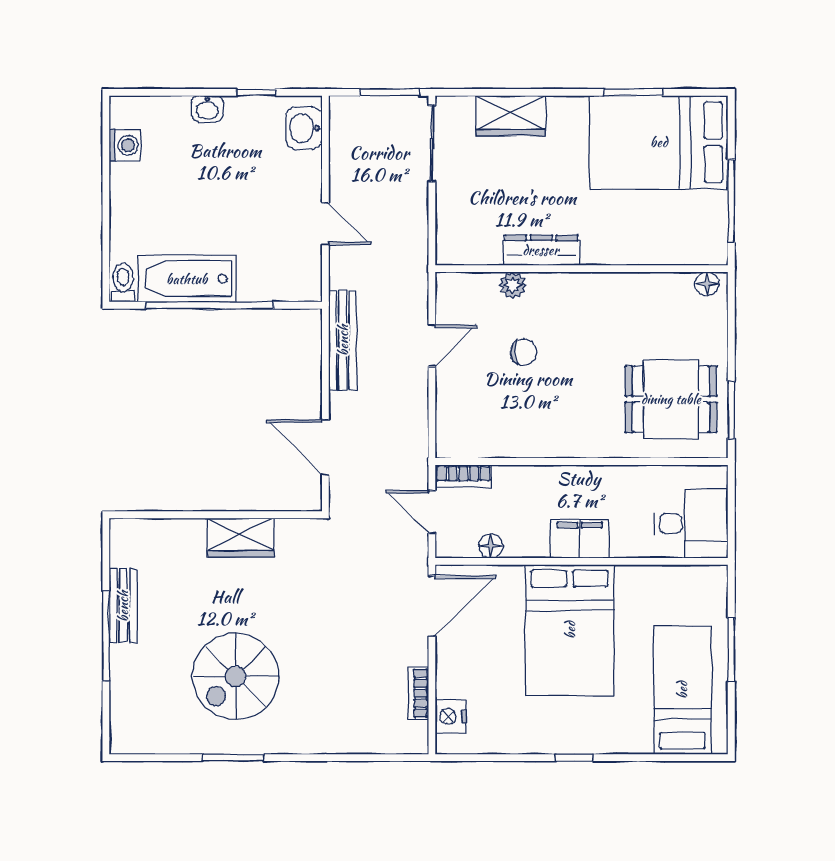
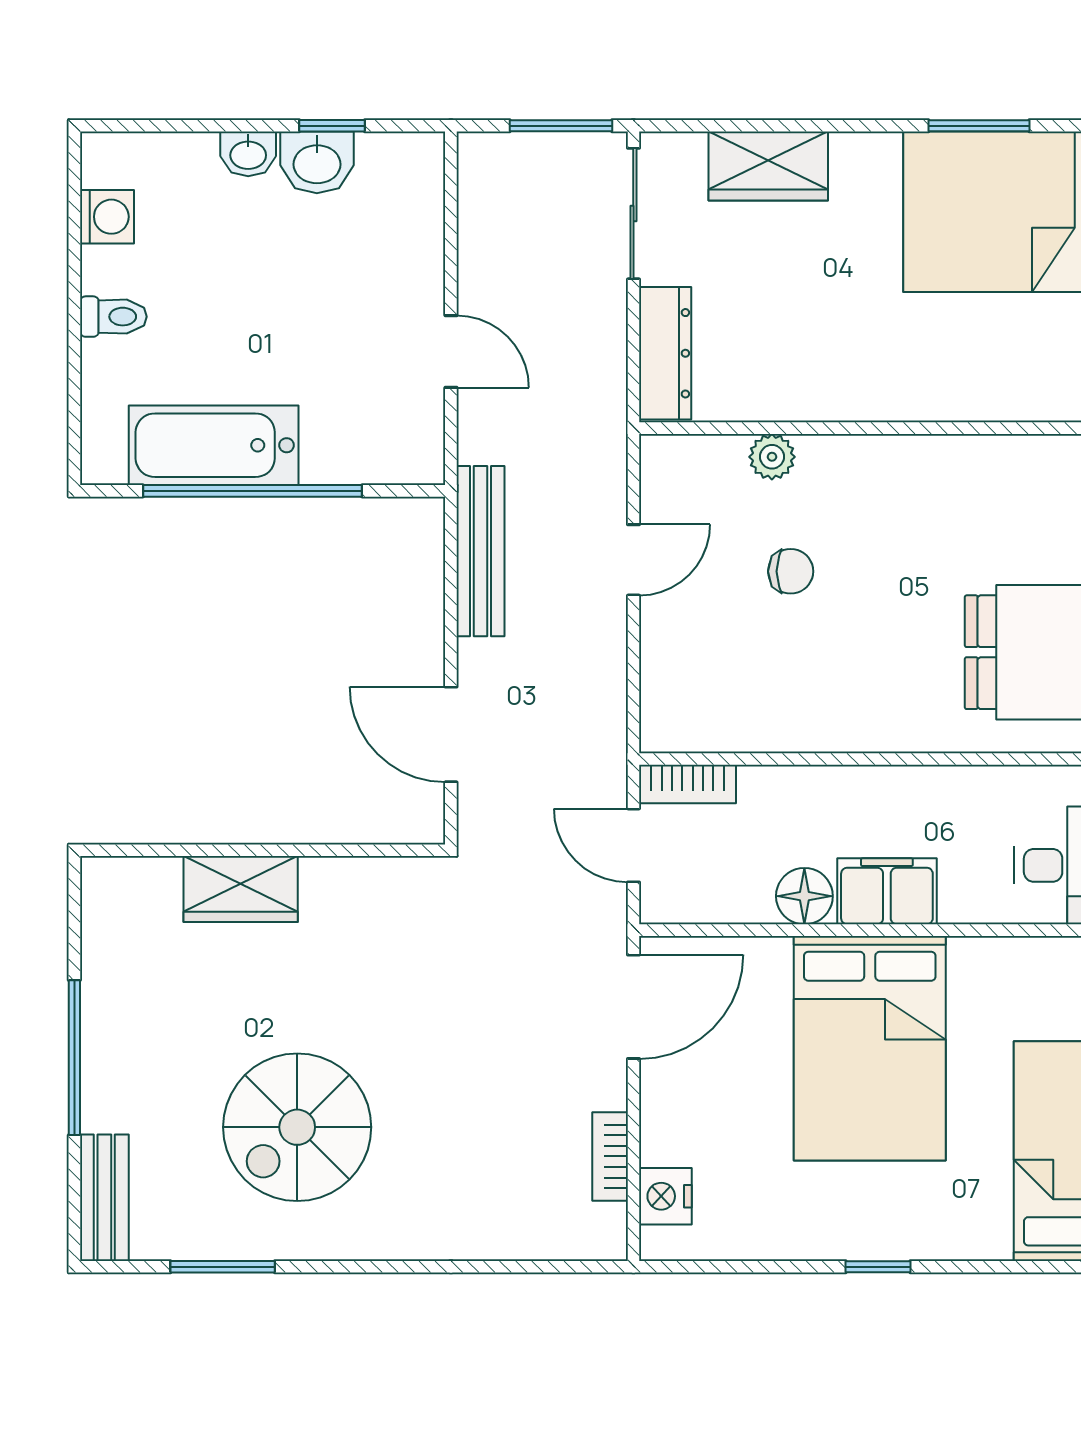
washbasin: (304, 128) -> (317, 162), moved, turned -90
dresser: (541, 250) -> (665, 353), moved, turned 90
toilet: (123, 283) -> (113, 317), moved, turned 90
wardrobe: (241, 537) -> (241, 889), moved
floor lamp: (491, 546) -> (804, 896), moved, width x1.37, depth x1.37
bench: (123, 606) -> (104, 1198), moved
window: (233, 758) -> (223, 1267), moved

